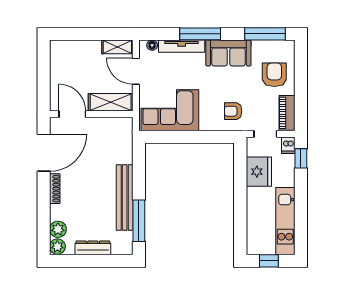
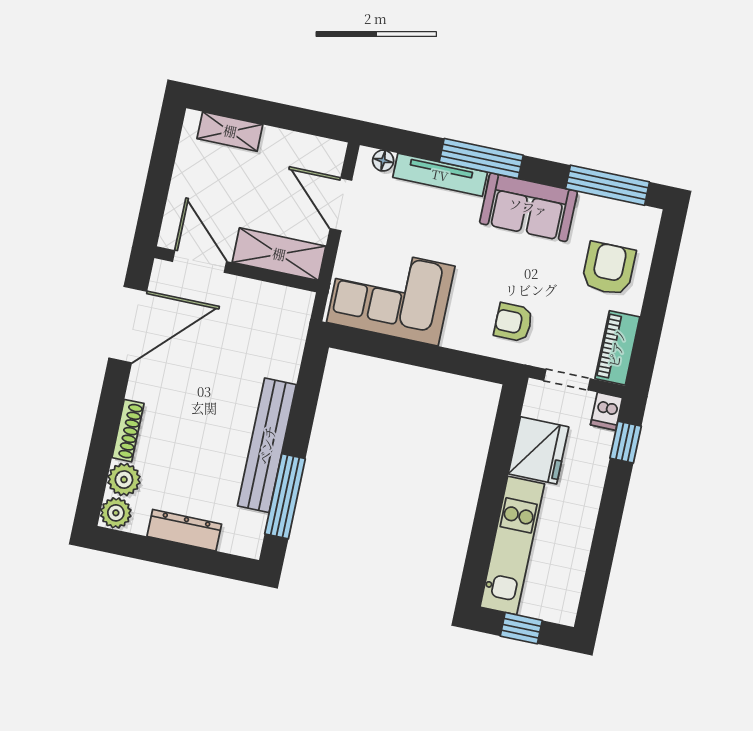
shelving: (117, 47) -> (230, 131), moved
shoe rack: (55, 189) -> (128, 431), moved
kitchen unit: (285, 221) -> (512, 546), moved, turned 180

